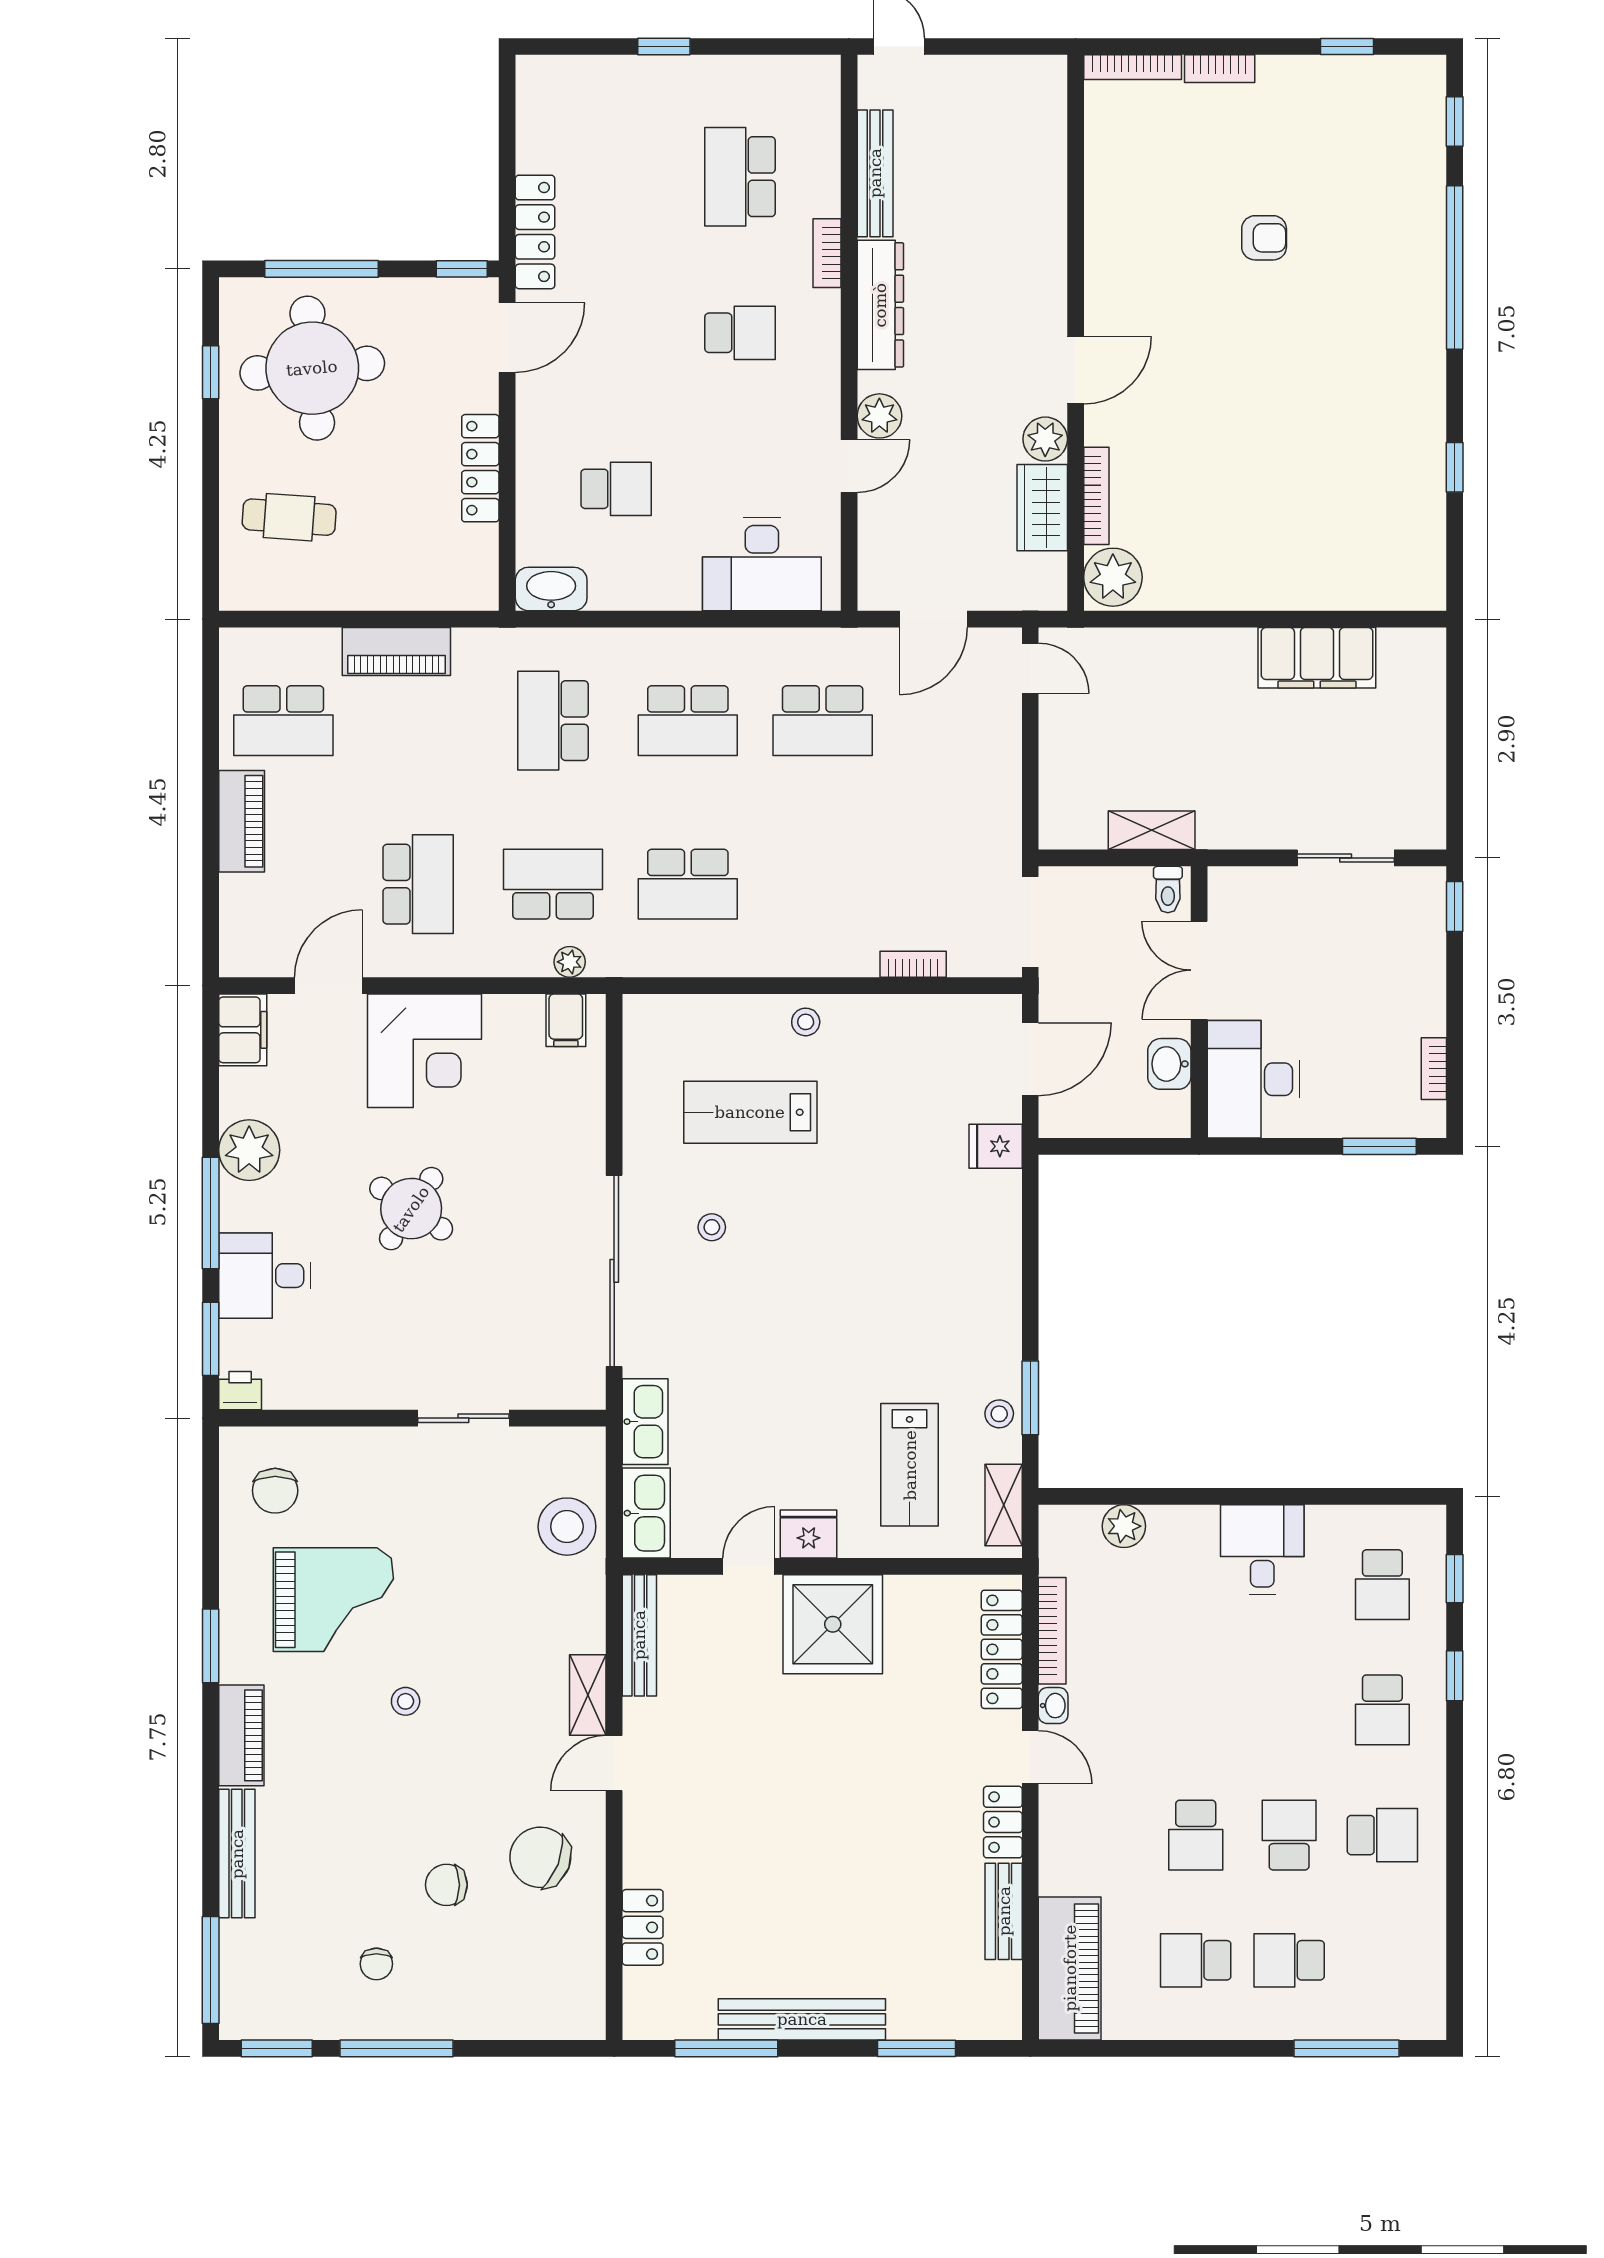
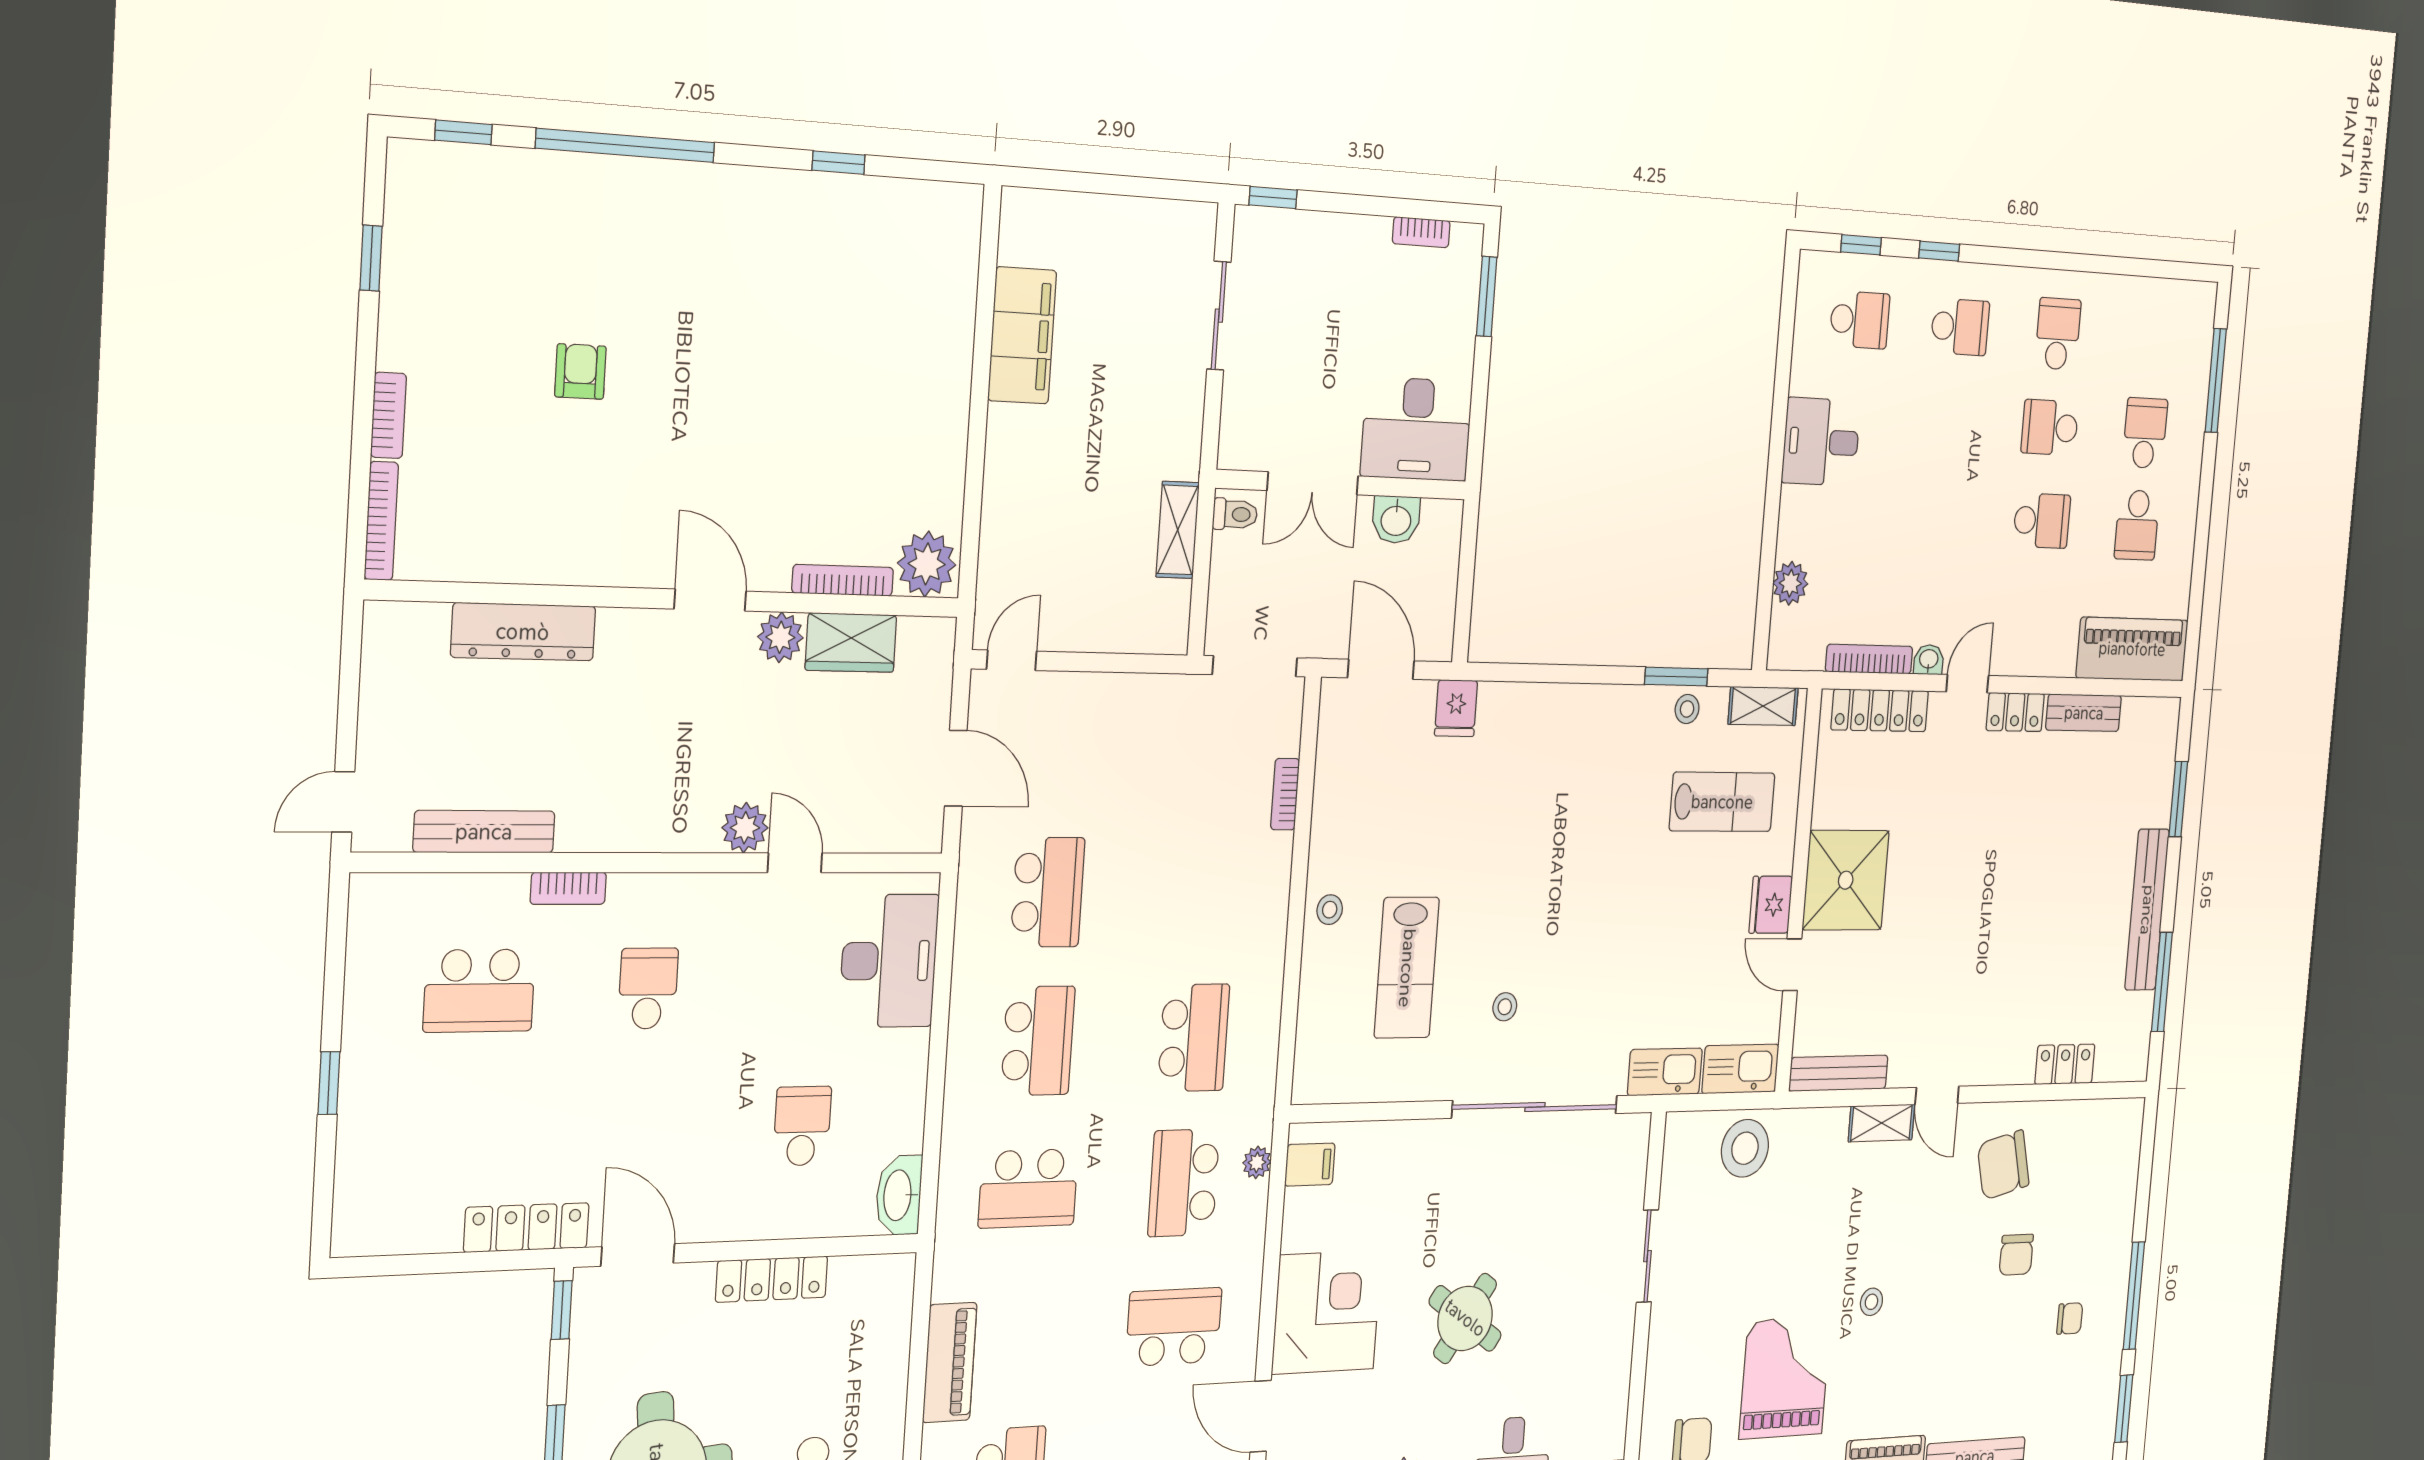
dresser: (880, 305) -> (523, 632), moved, turned 180
chair: (540, 1857) -> (2003, 1165), turned 55
school desk: (1289, 1960) -> (2145, 433), turned 180

